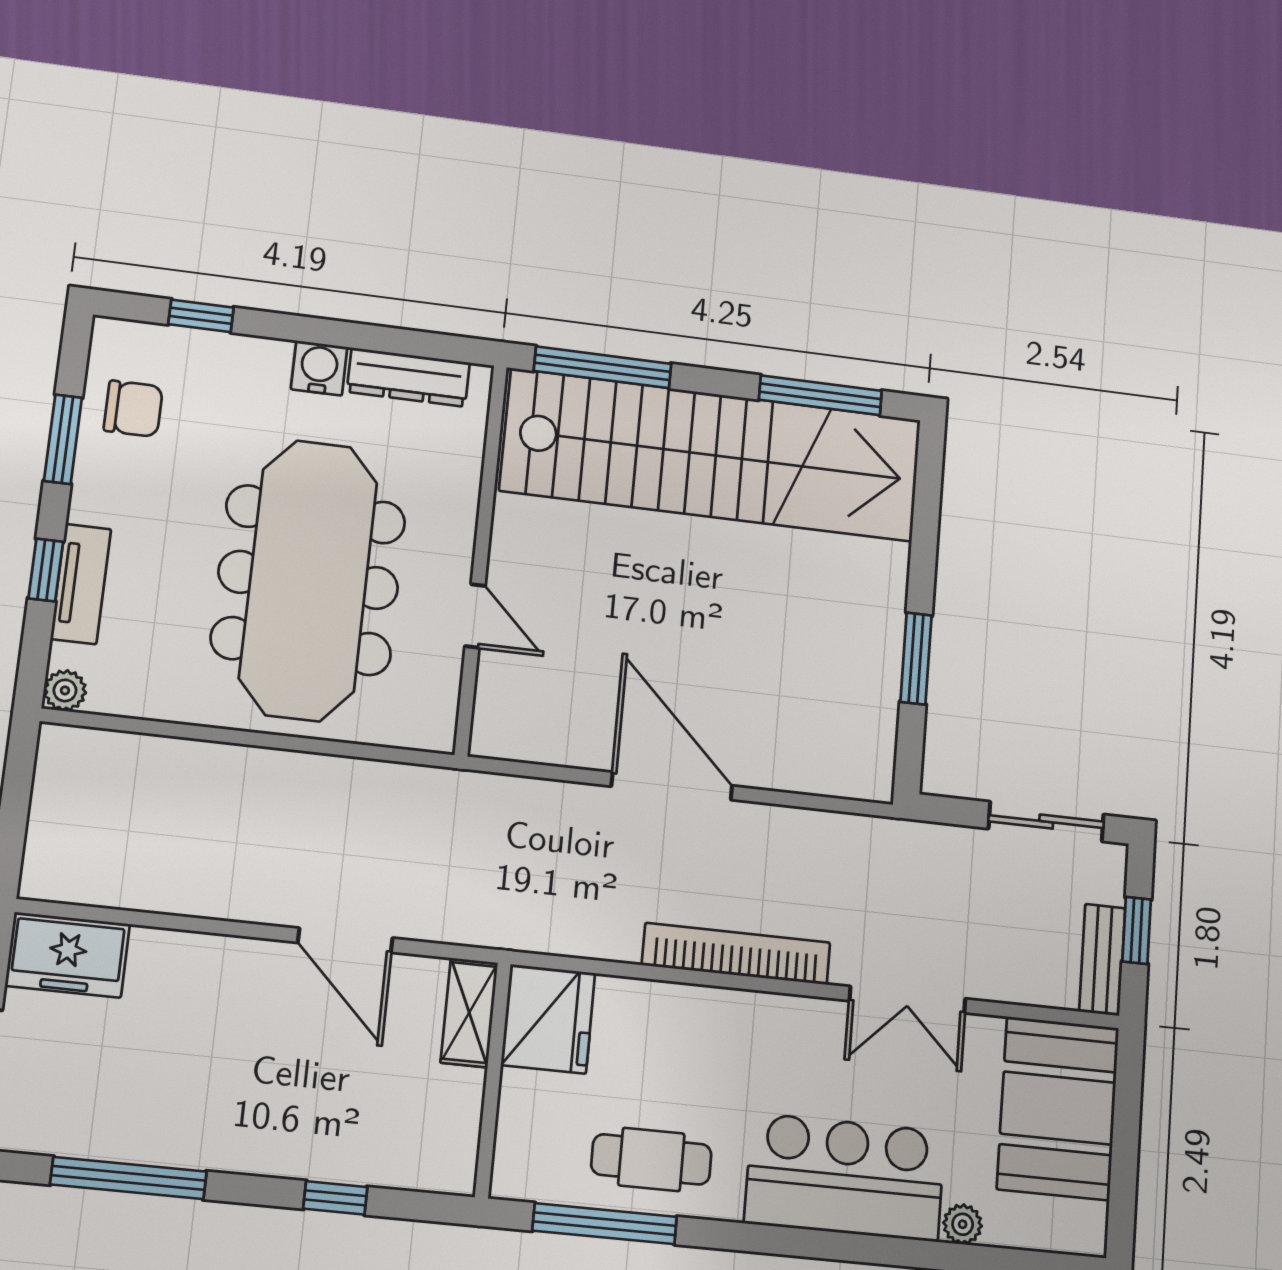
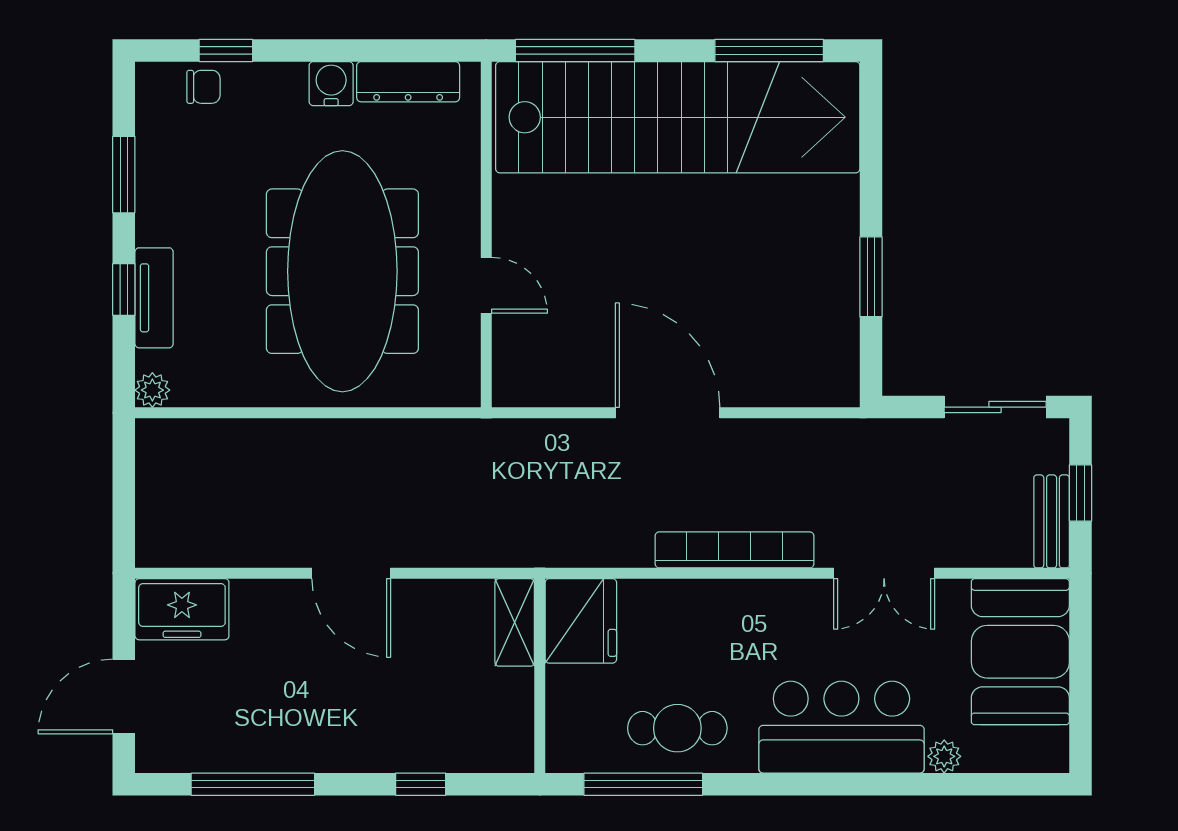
chair: (133, 409) -> (203, 87), moved, width x0.73, depth x0.73
door: (345, 940) -> (351, 573), moved

